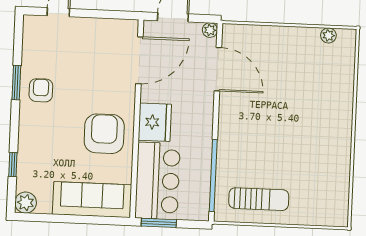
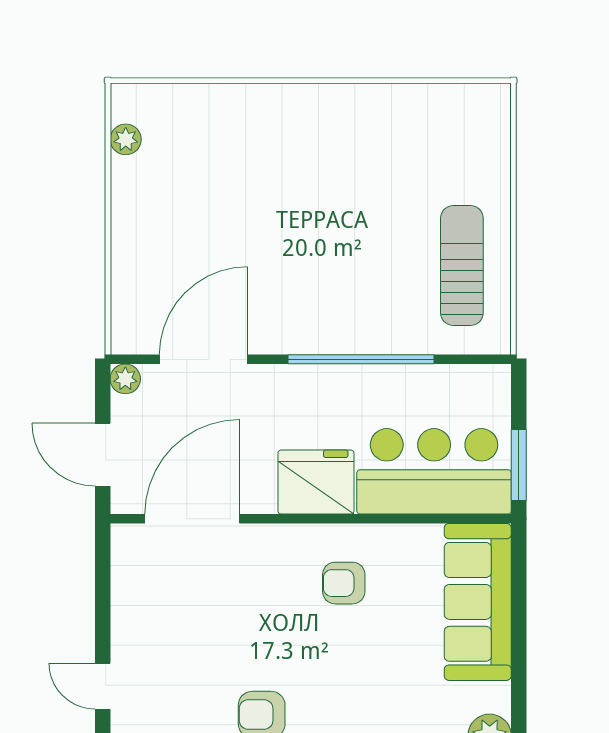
door: (139, 60) -> (192, 519), hinge flipped
armchair: (104, 134) -> (344, 583), width x0.53, depth x0.53
window: (213, 176) -> (361, 359), moved

